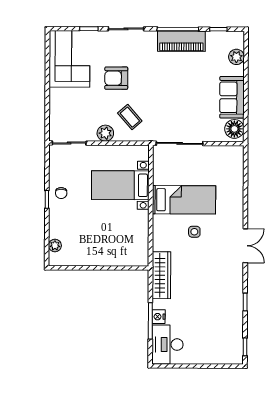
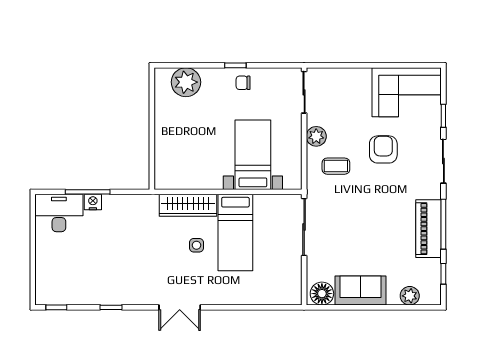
coffee table: (130, 117) -> (336, 166), turned 41
plant: (55, 245) -> (186, 82), width x1.88, depth x1.88
wardrobe: (161, 275) -> (188, 205), moved

